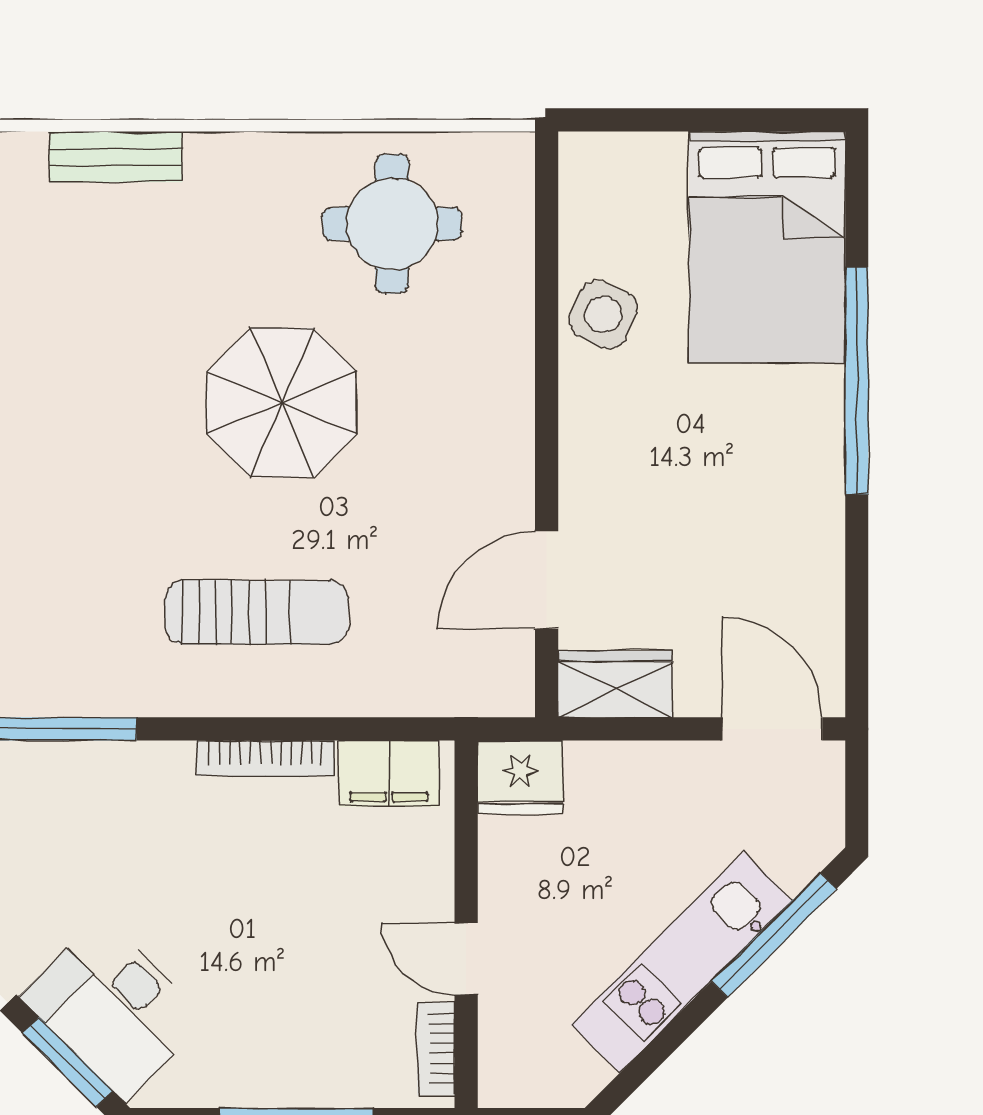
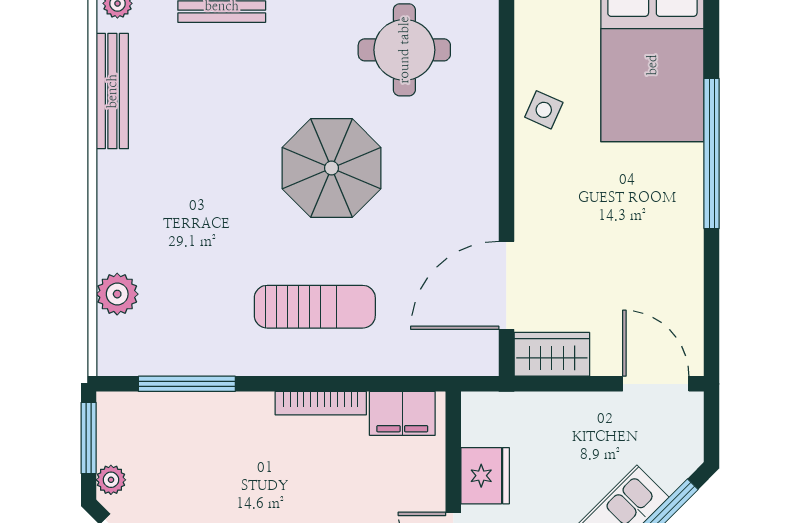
side table: (603, 315) -> (544, 110), width x0.73, depth x0.73
door: (547, 580) -> (506, 285), width x1.36
fridge: (520, 777) -> (485, 476), moved, turned -90

